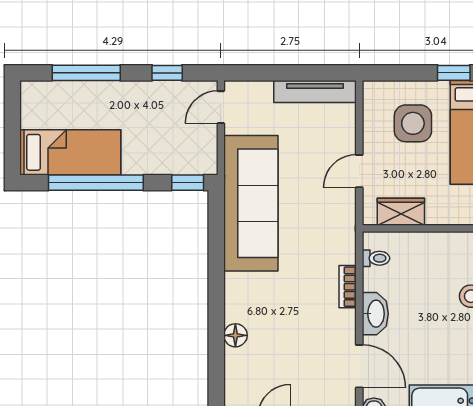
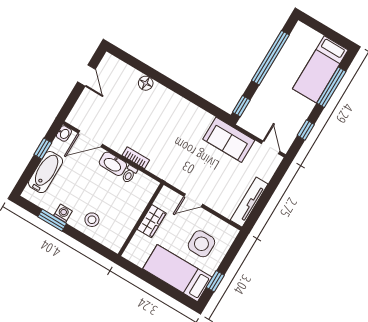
bed: (70, 152) -> (320, 69), moved
door: (359, 171) -> (193, 200), swing flipped
sofa: (251, 203) -> (229, 140), width x0.54, depth x0.79
wardrobe: (401, 212) -> (152, 221), moved
toilet: (376, 258) -> (129, 174), moved

